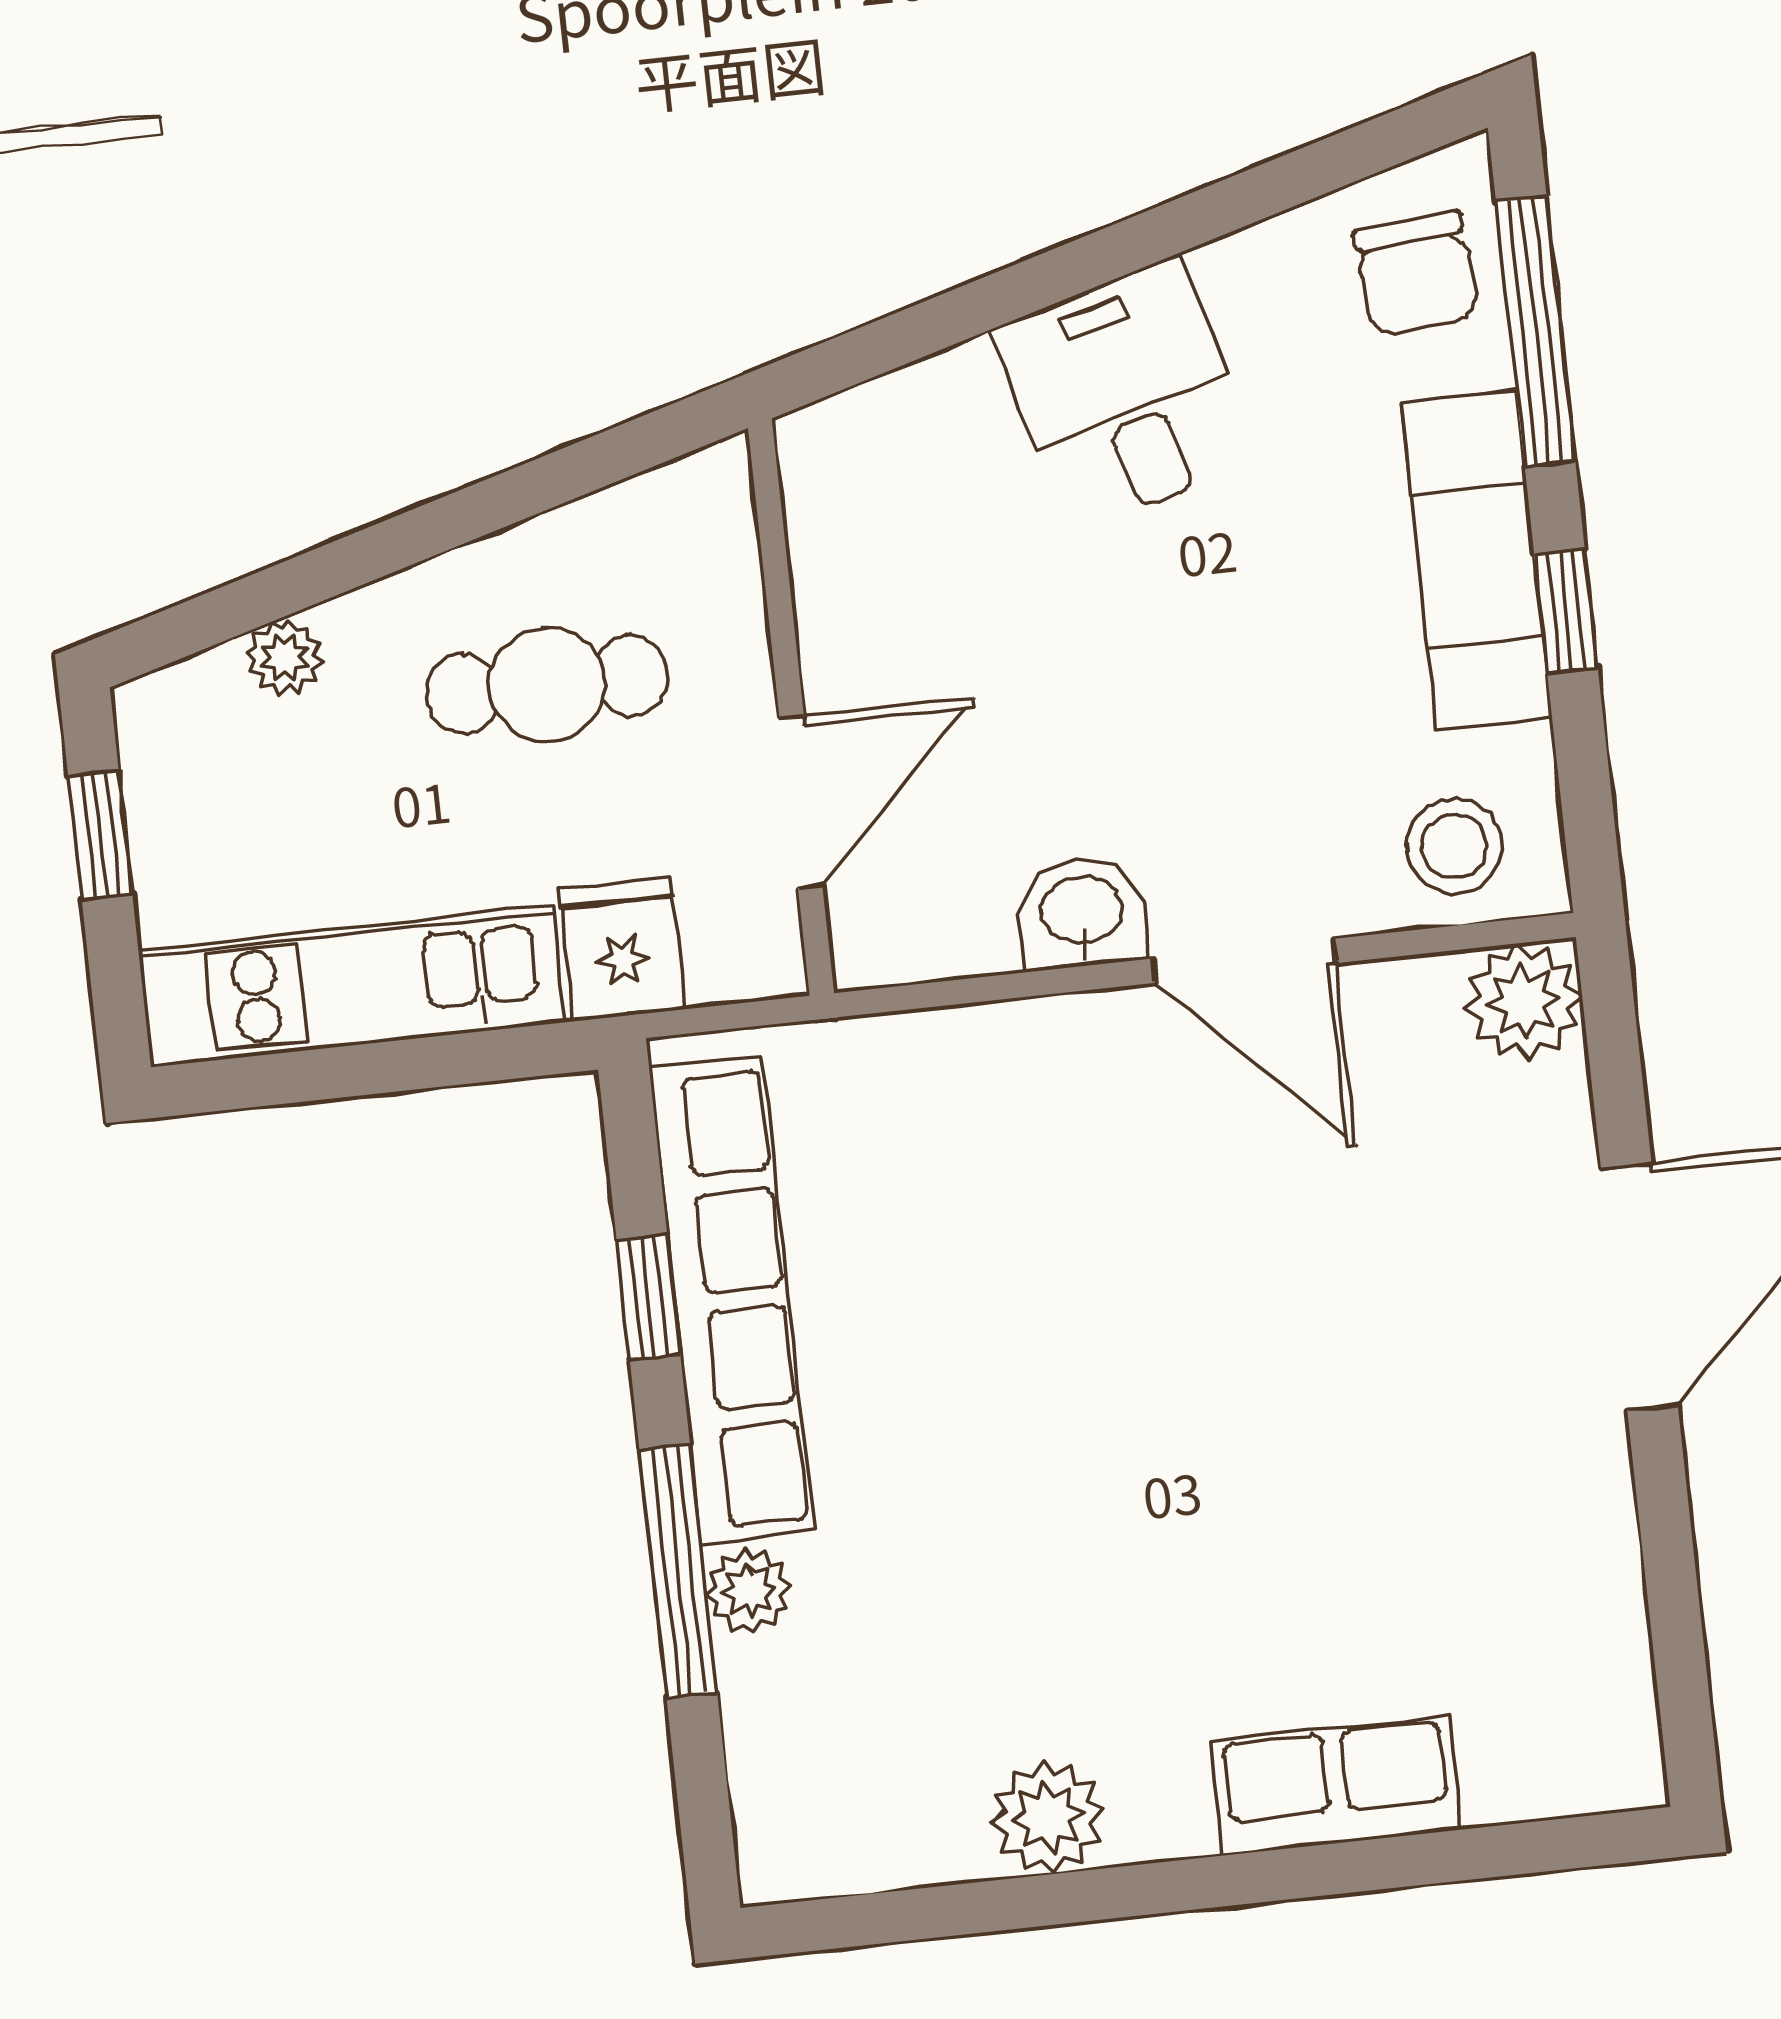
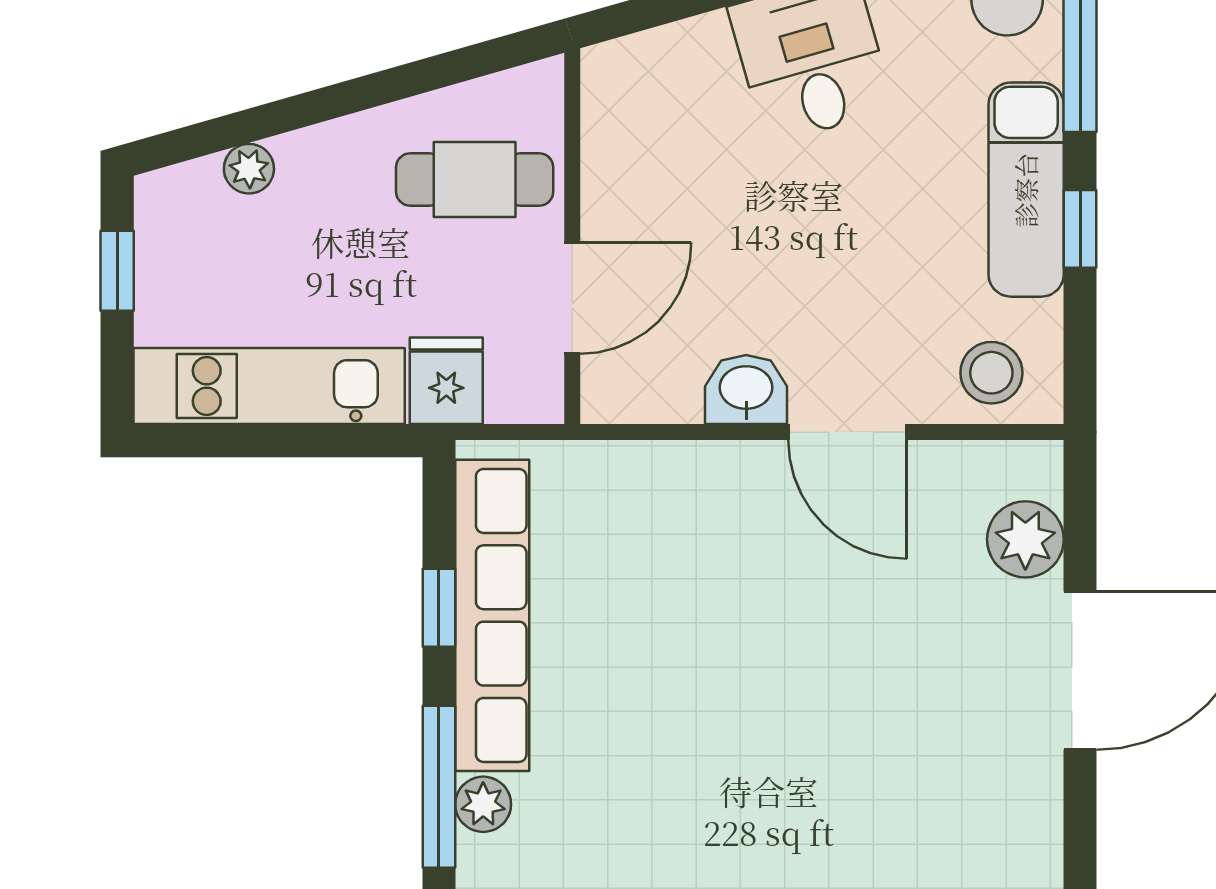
cafe table: (547, 685) -> (475, 179), moved
plant: (1524, 1002) -> (1025, 539), moved

